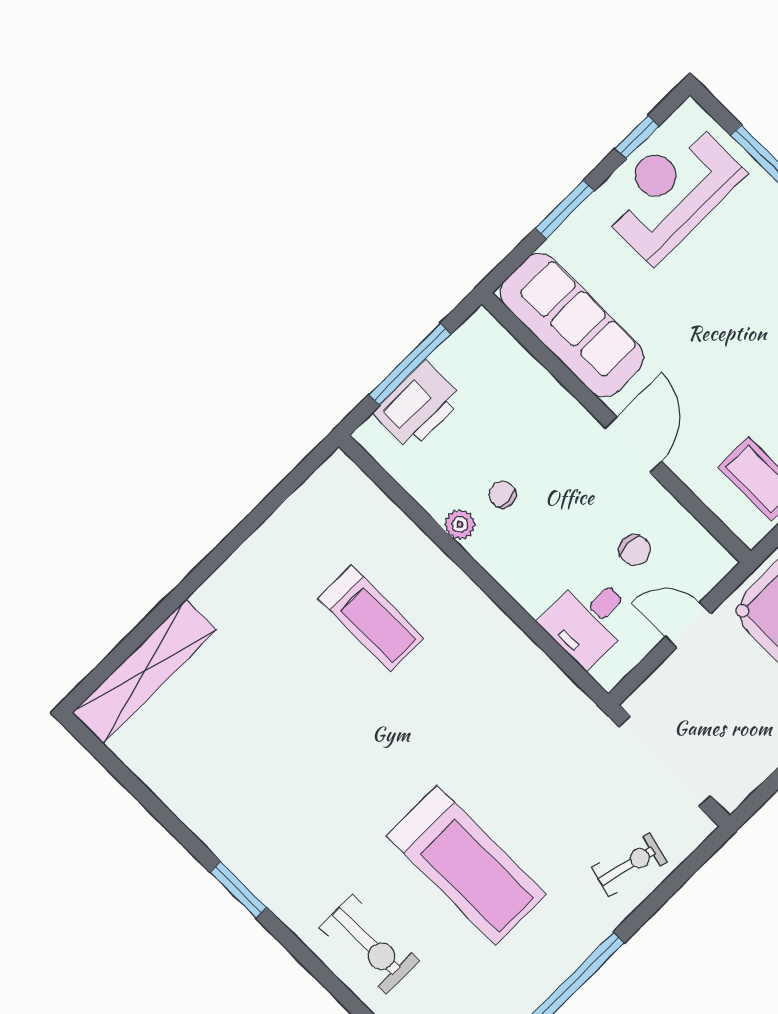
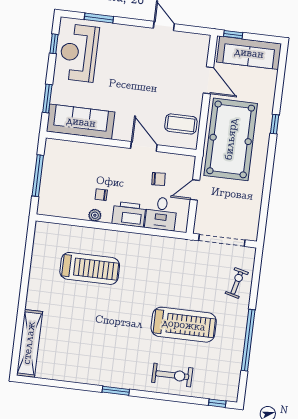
window: (565, 209) -> (47, 99), moved
printer: (418, 406) -> (129, 214), moved, turned -90
door: (633, 445) -> (144, 147), moved
treadmill: (371, 618) -> (90, 268), width x1.37, depth x1.38

